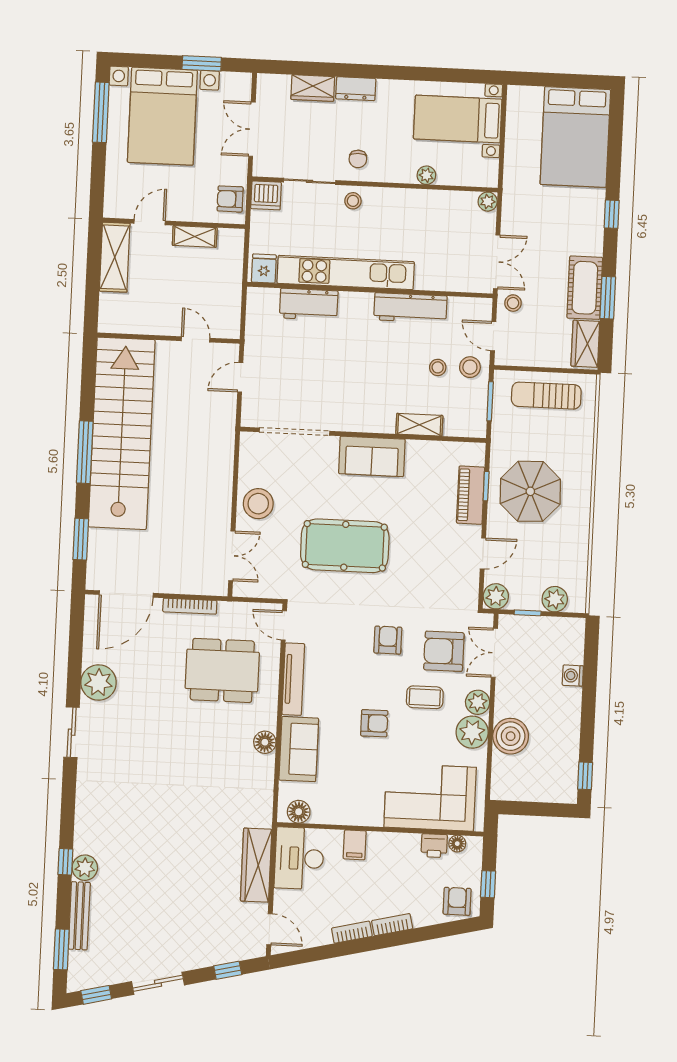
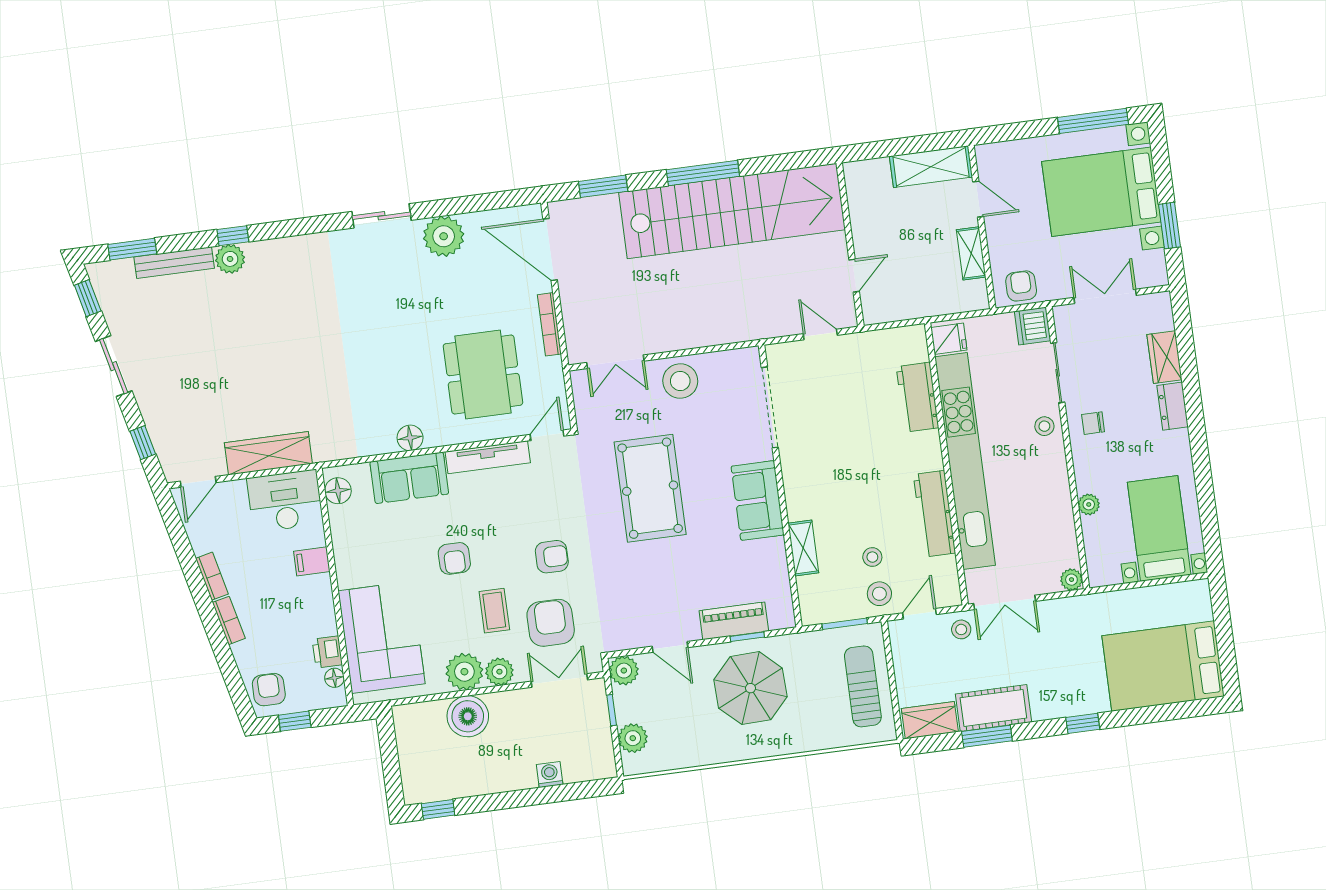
kitchen unit: (346, 273) -> (965, 461), width x1.36
armchair: (457, 901) -> (269, 690), turned -90

